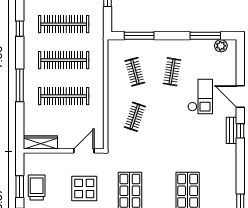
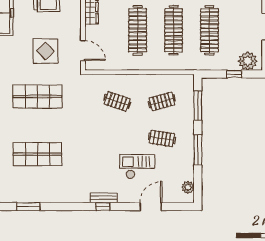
window: (205, 36) -> (198, 150), moved
door: (240, 96) -> (151, 207), moved
checkout: (200, 97) -> (137, 167), turned 180

